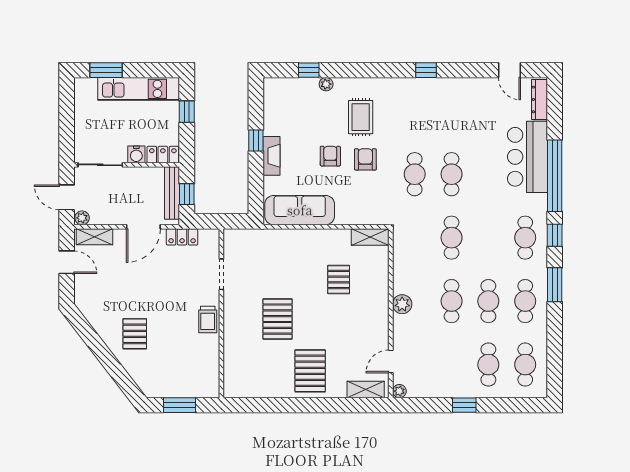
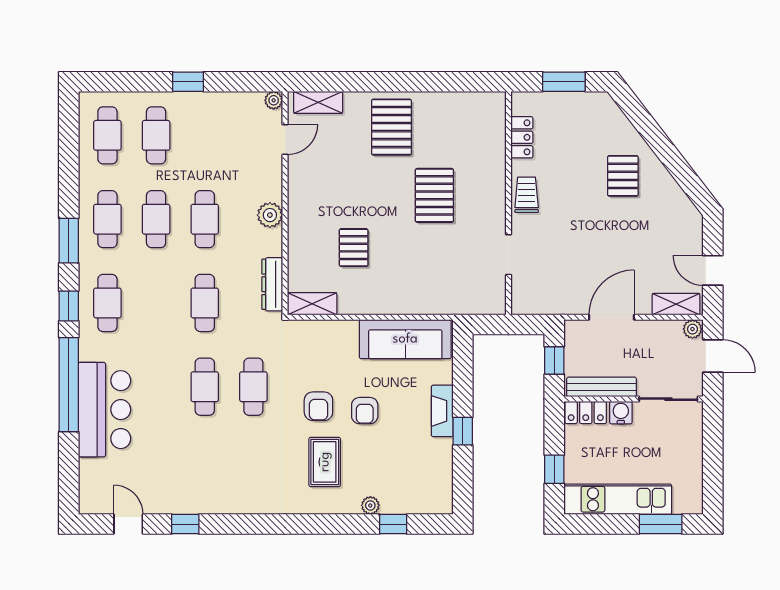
window: (426, 70) -> (185, 524), moved
dresser: (539, 99) -> (272, 284), moved, turned 180
bench: (172, 193) -> (602, 387), moved, turned 90
locker: (182, 237) -> (522, 137), moved, turned 90

